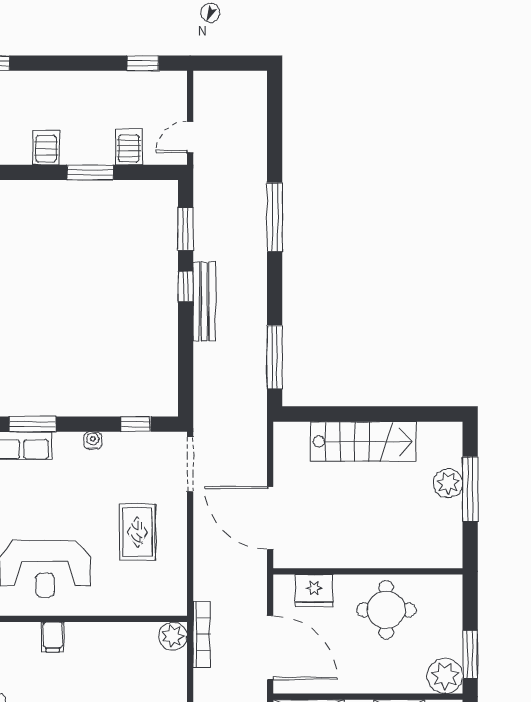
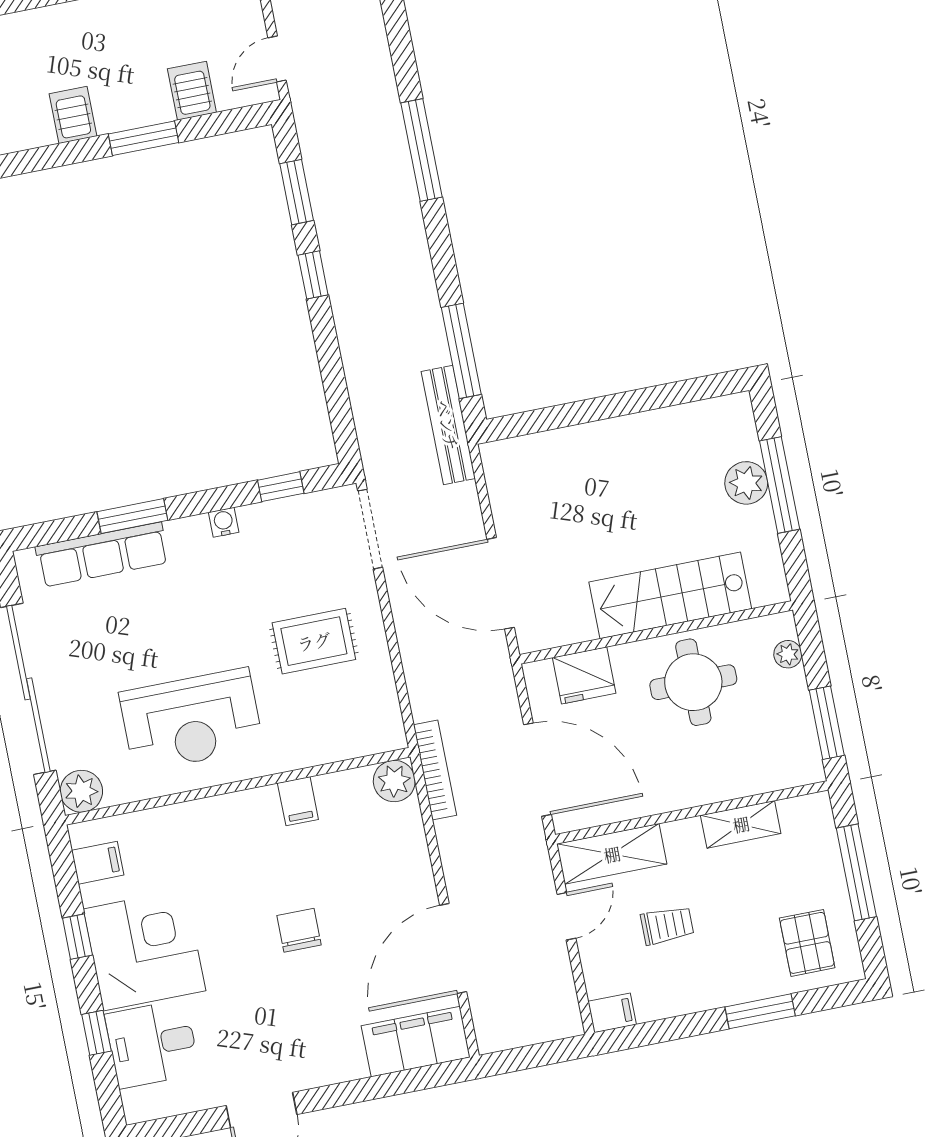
bench: (204, 301) -> (448, 425), moved
stairs: (363, 441) -> (670, 595), moved, turned 180
rug: (138, 532) -> (314, 641), turned 90
filing cabinet: (53, 637) -> (298, 801), moved
plant: (445, 676) -> (788, 654), moved, width x0.53, depth x0.53

